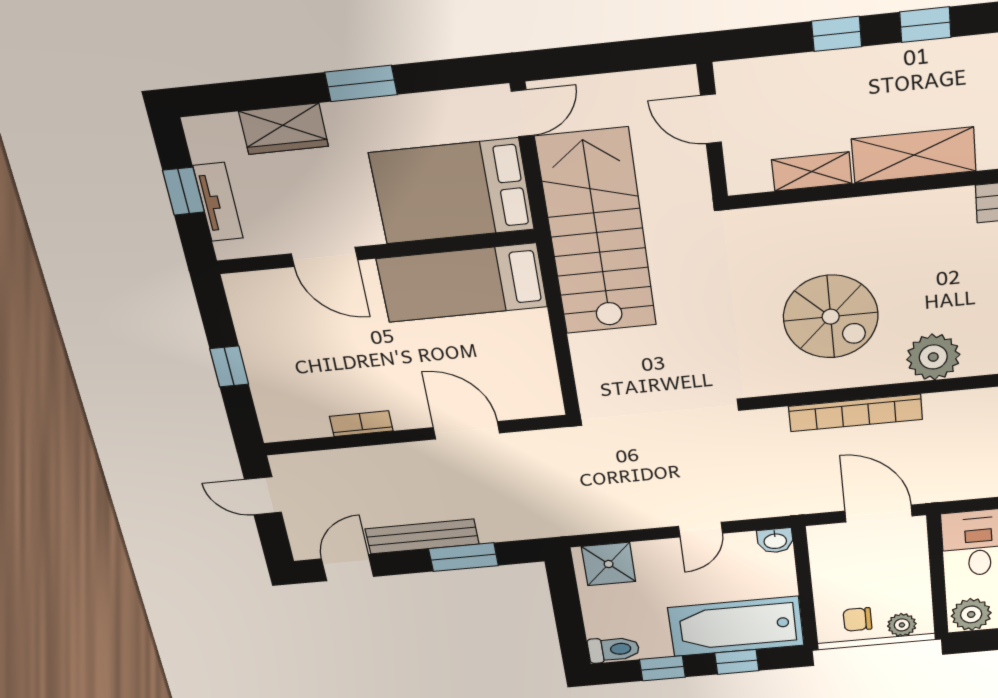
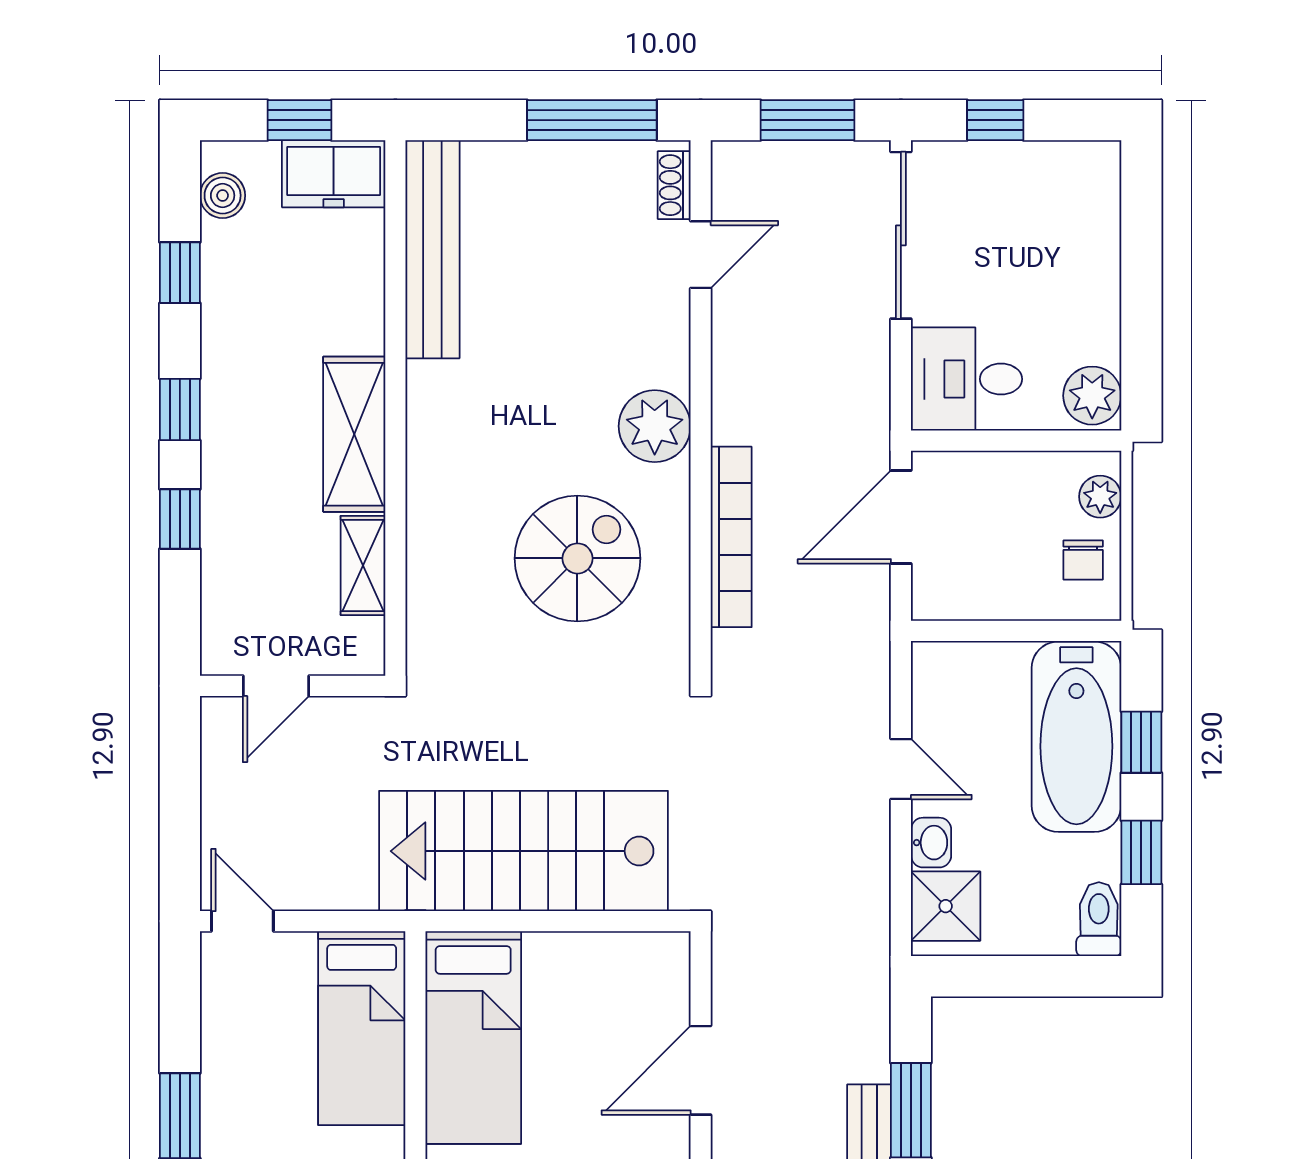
bed: (452, 191) -> (362, 1028), width x0.67
stairs: (597, 233) -> (523, 851), moved
washbasin: (775, 541) -> (931, 843), moved

